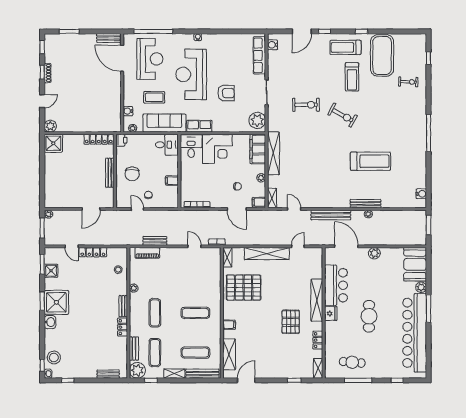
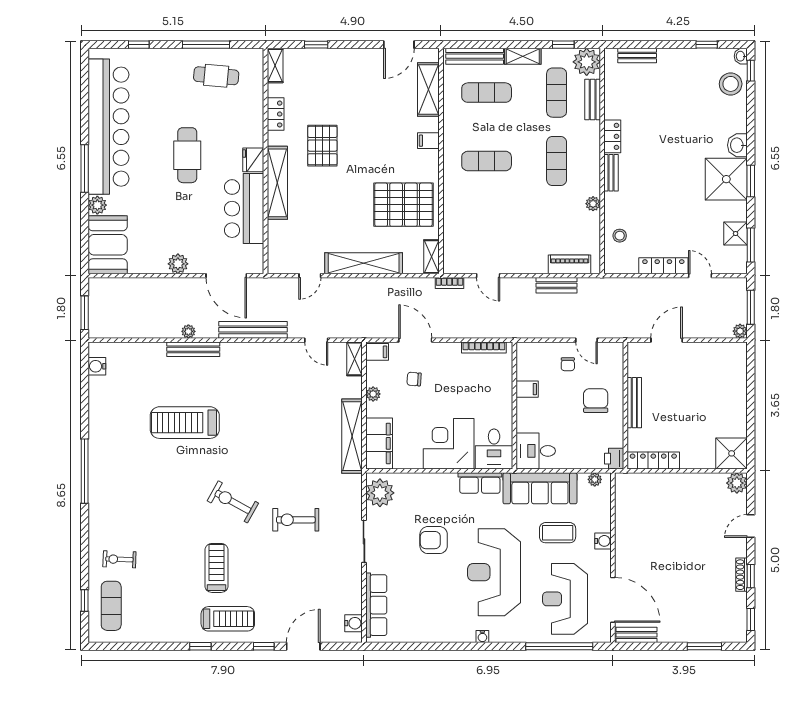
exercise mat: (382, 55) -> (111, 606), moved, width x0.50, depth x0.69
reception desk: (191, 74) -> (494, 572), turned 180
water cooler: (128, 111) -> (603, 541), moved

